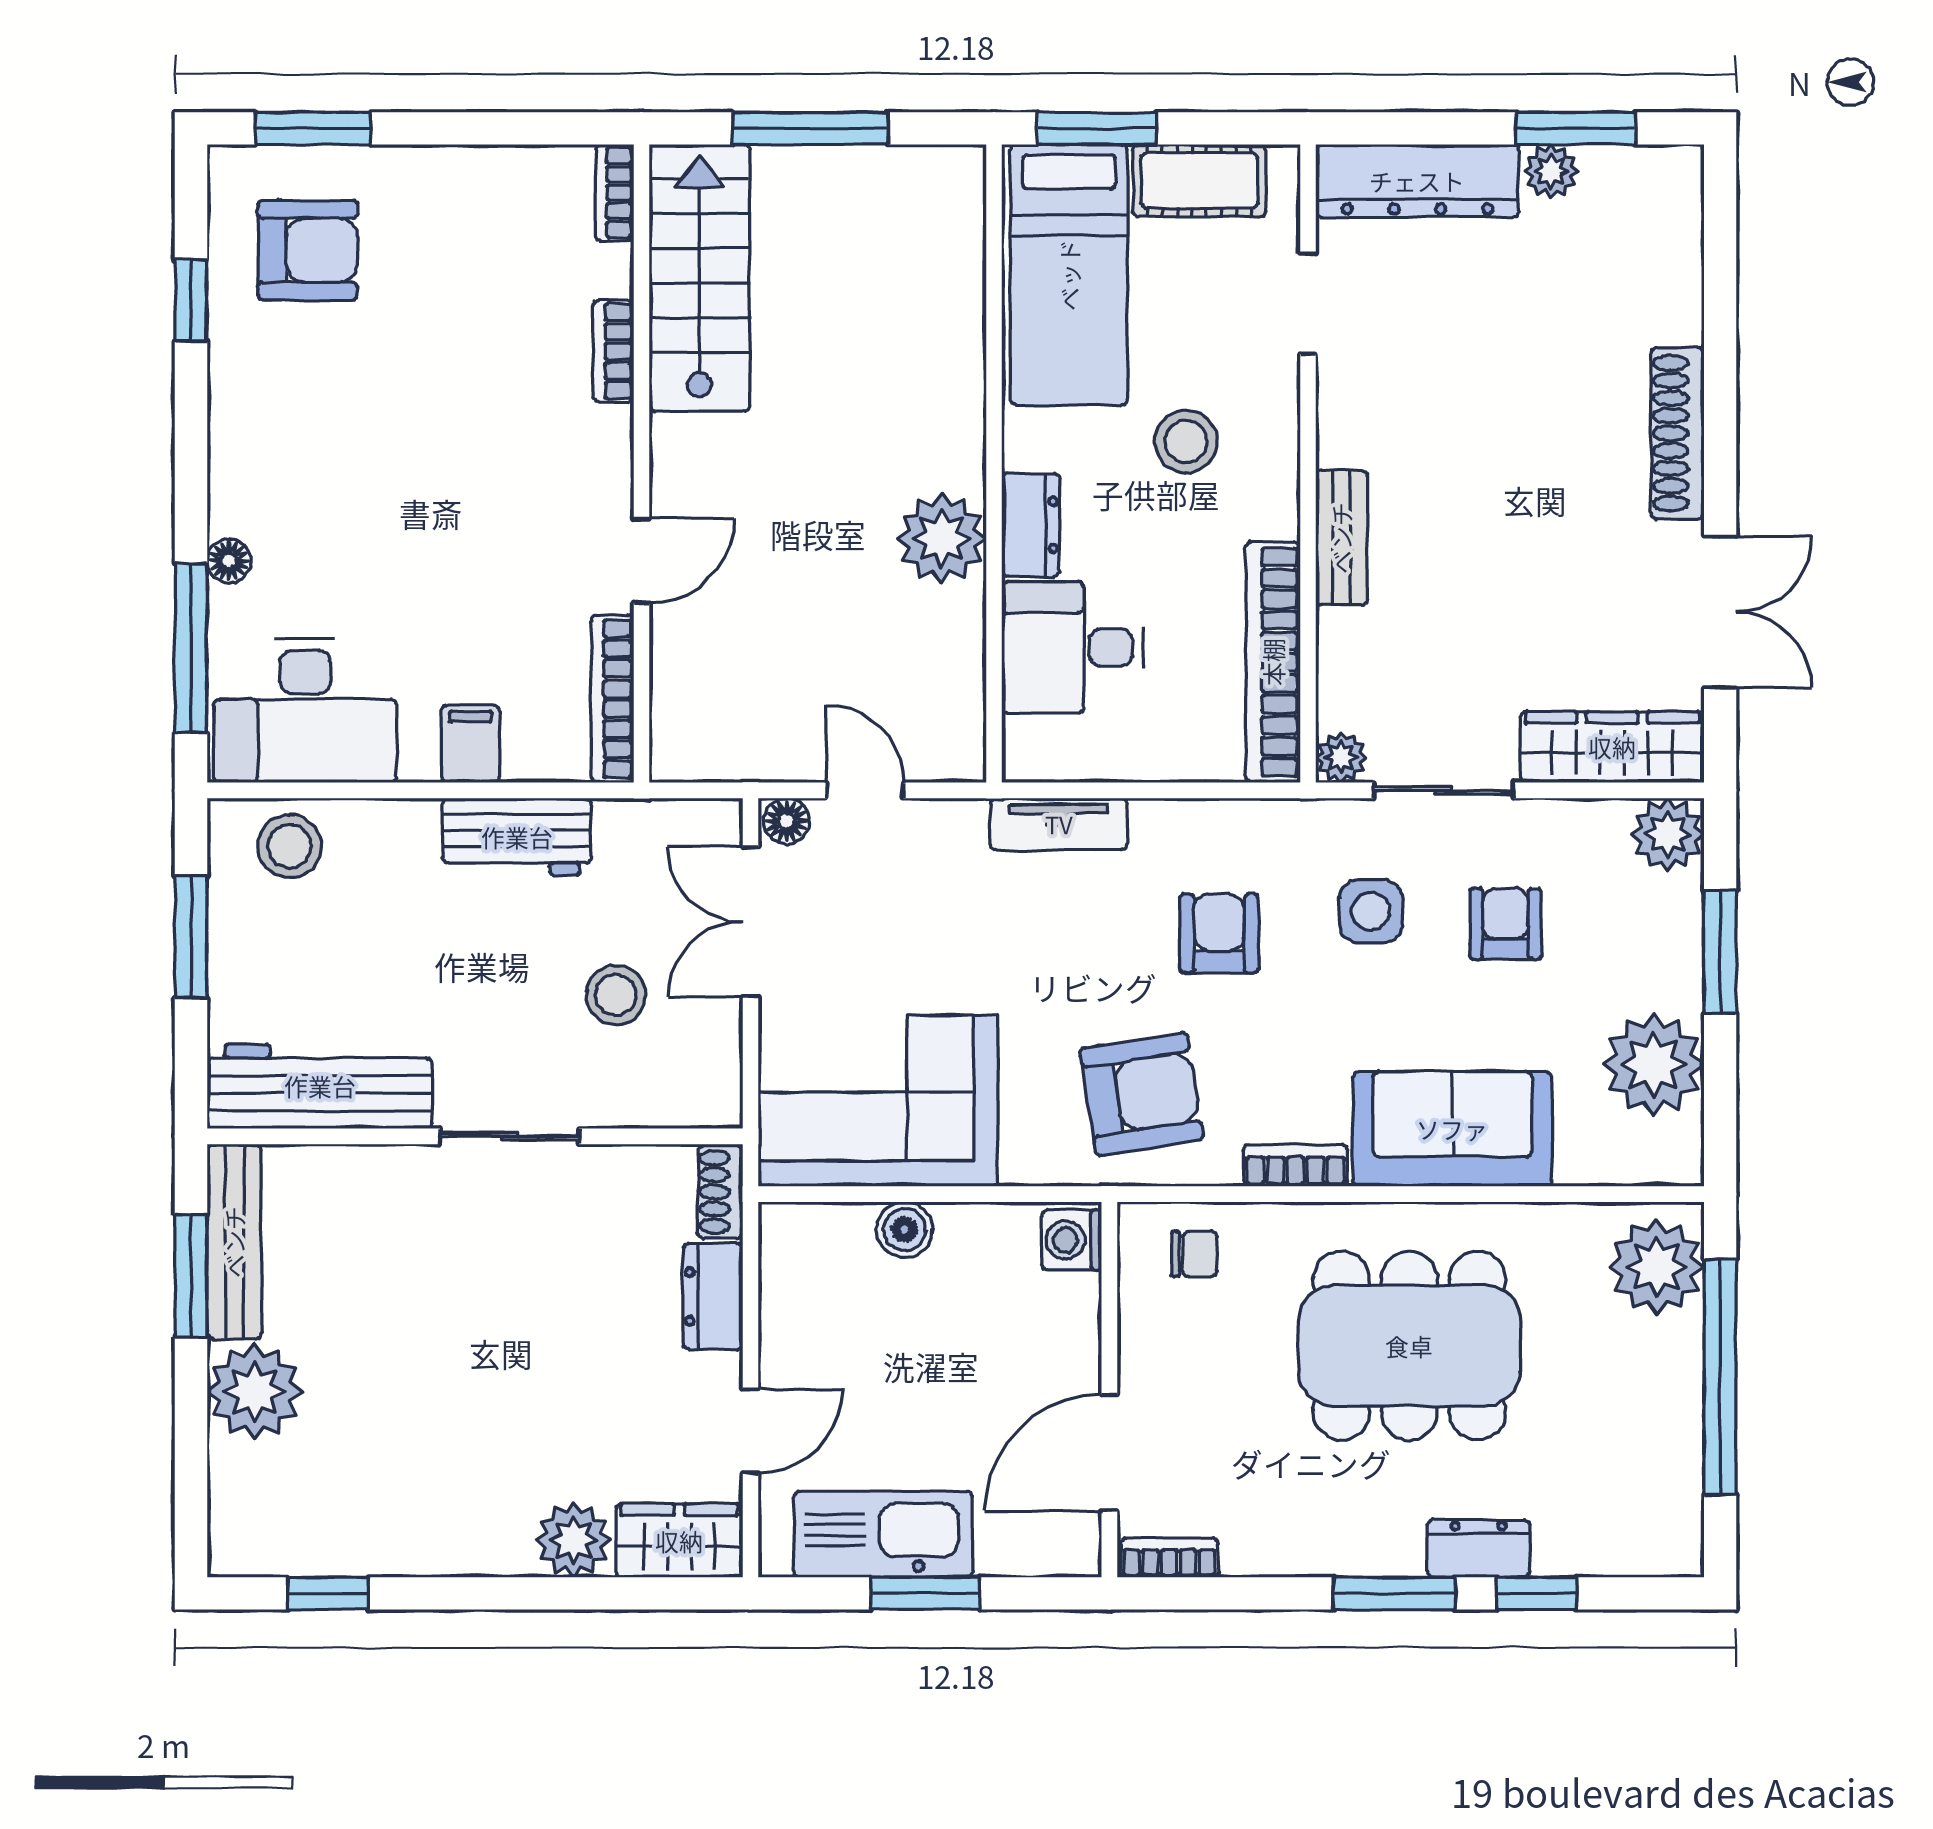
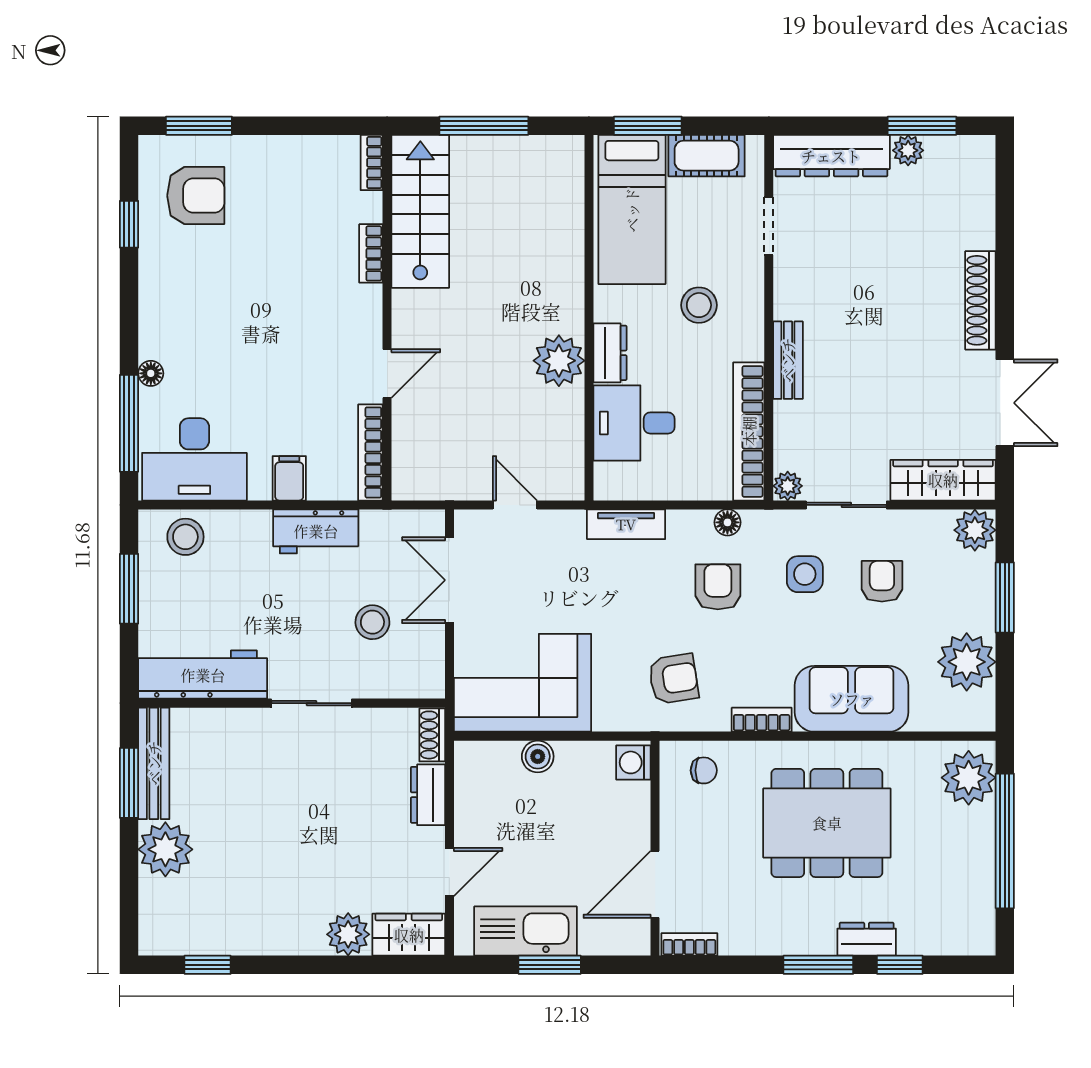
floor lamp: (786, 821) -> (727, 522), moved
armchair: (1142, 1094) -> (673, 679), width x0.72, depth x0.72

